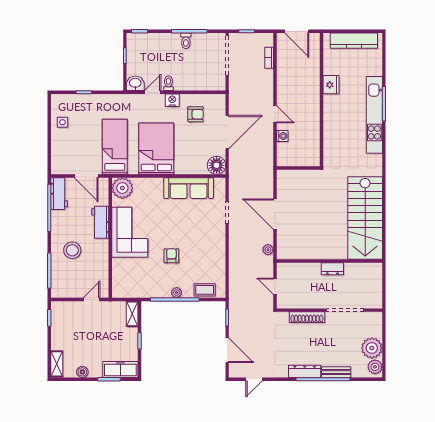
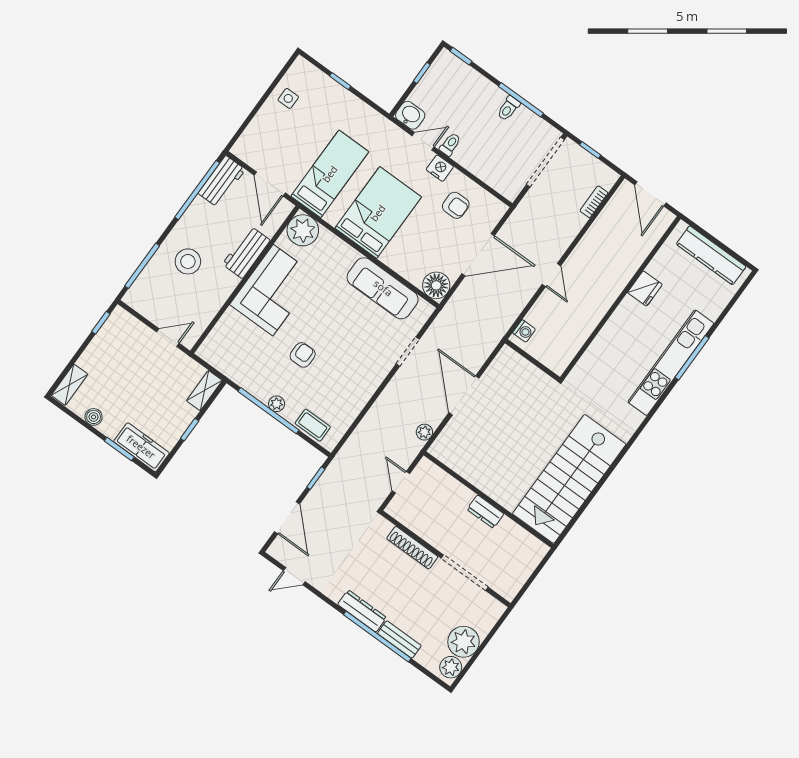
washing machine: (282, 136) -> (524, 331), moved

